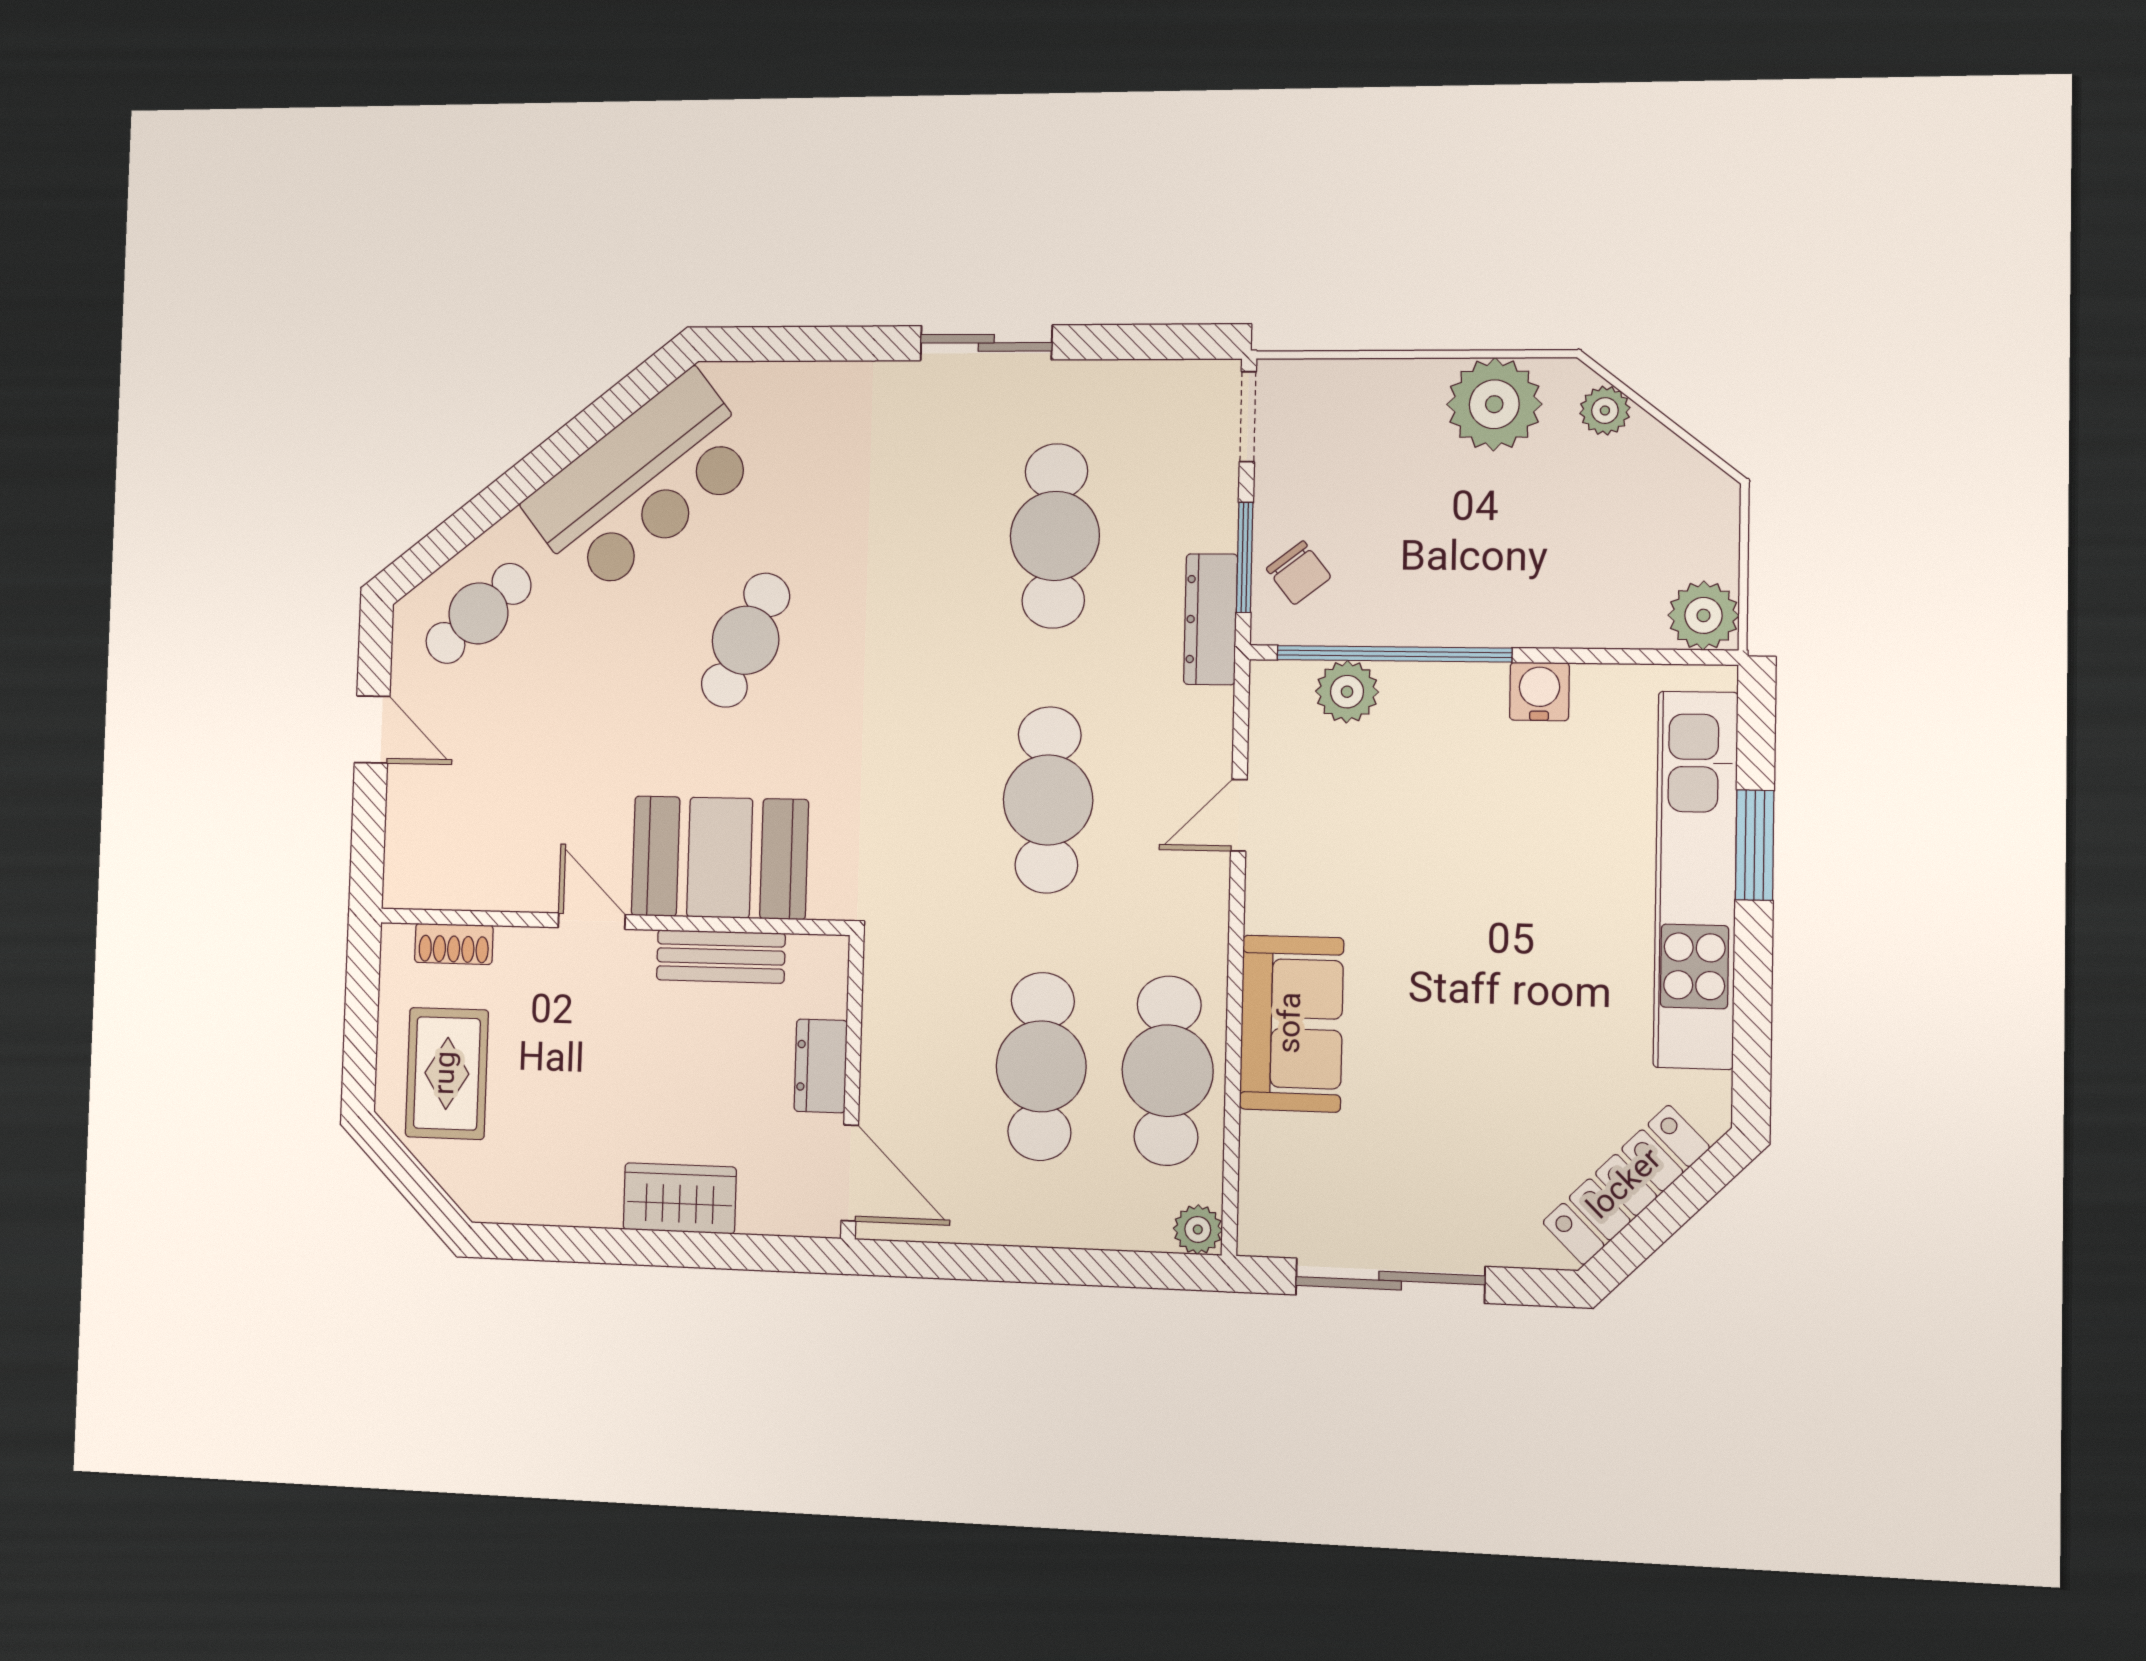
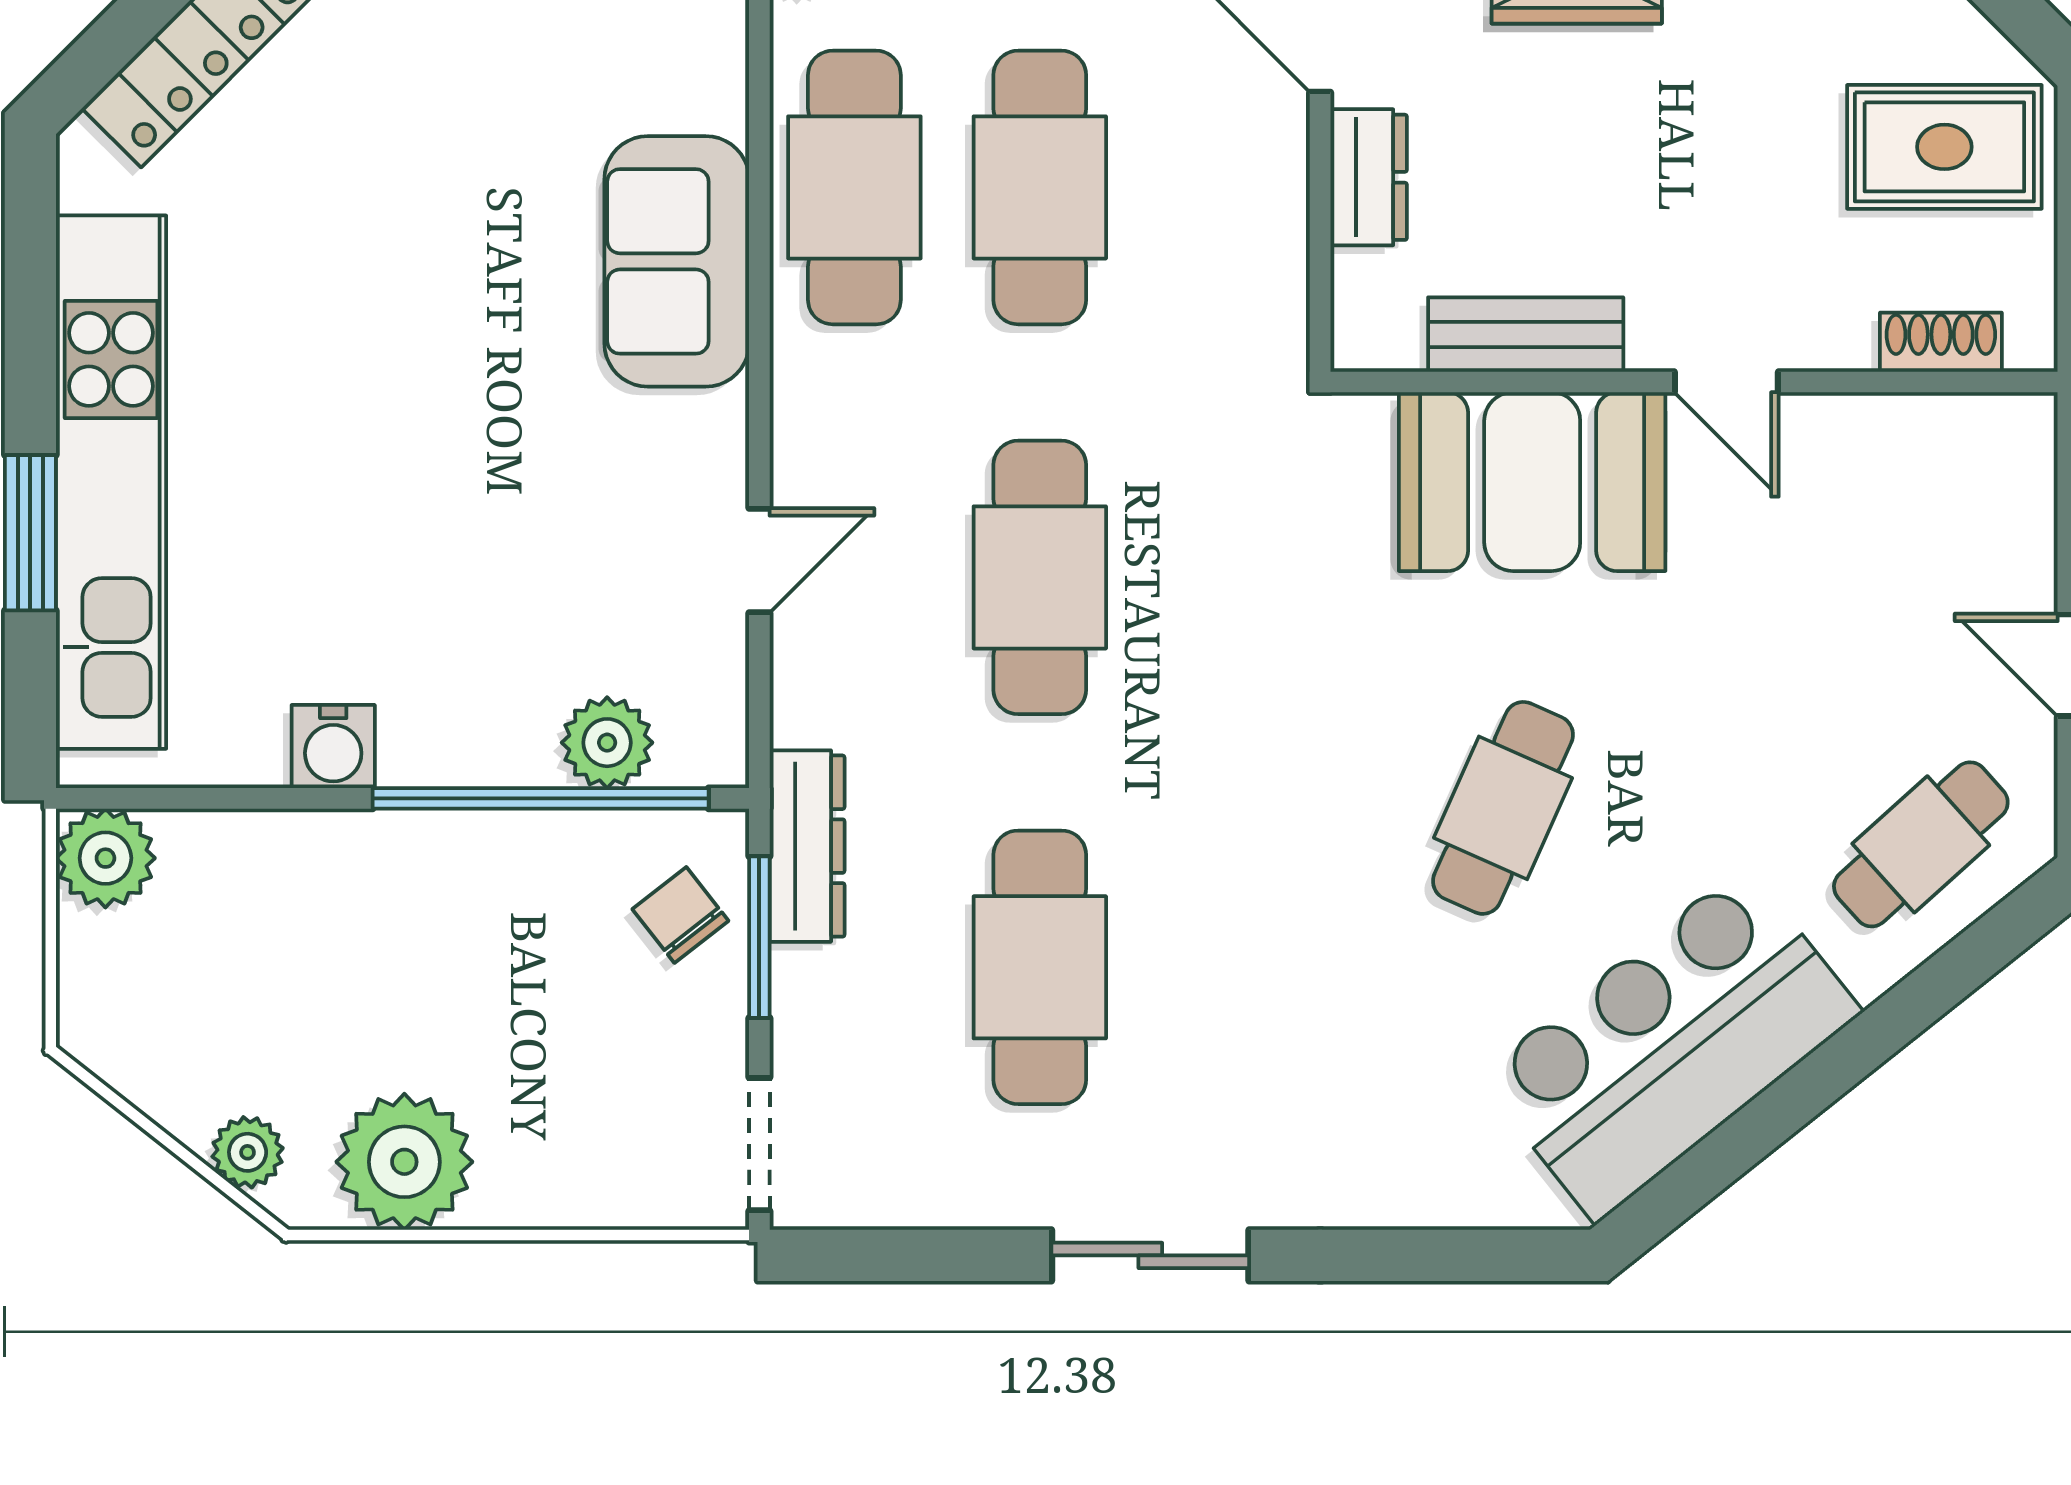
rug: (447, 1073) -> (1944, 147), turned 90

